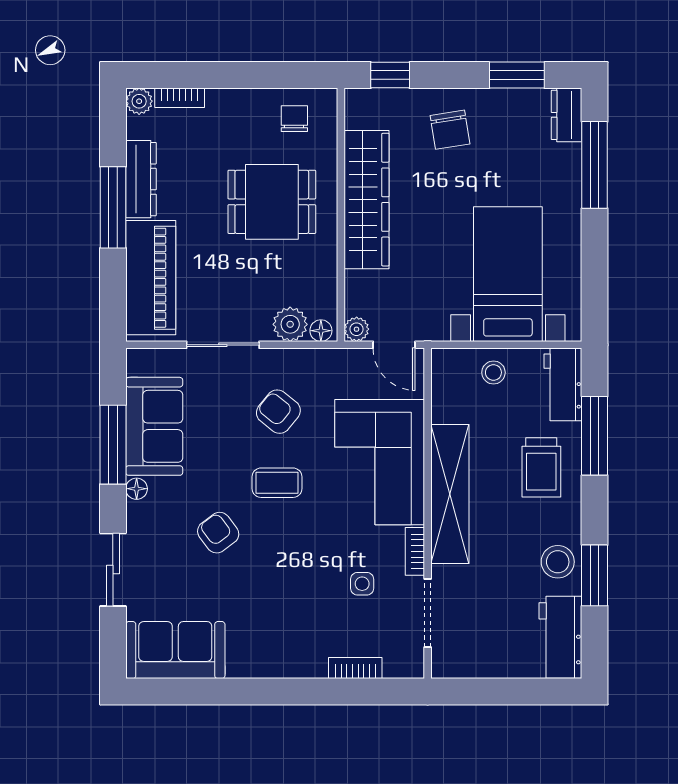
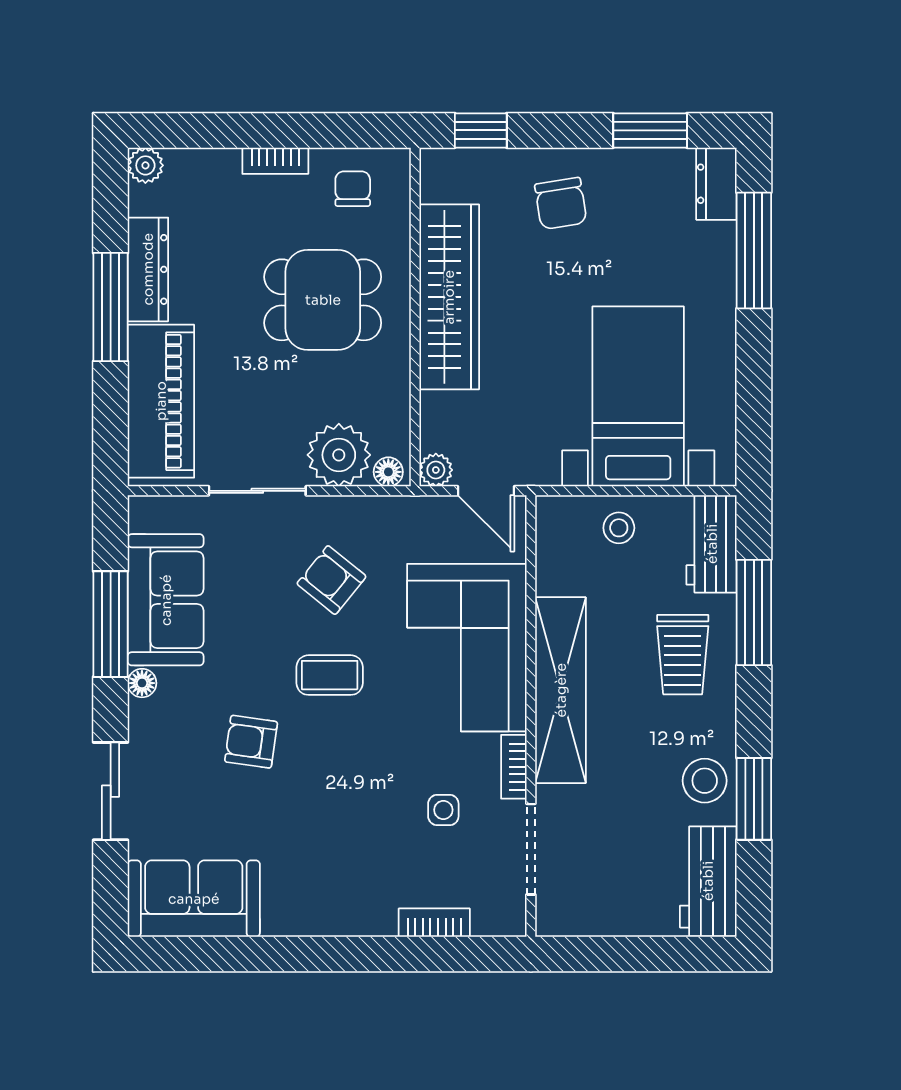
bookcase: (180, 98) -> (275, 161), moved
plant: (290, 324) -> (339, 455), width x1.36, depth x1.36
armchair: (218, 533) -> (251, 742), turned -45

